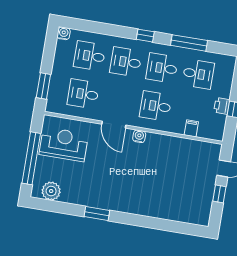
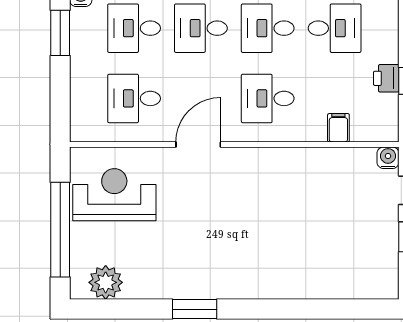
window: (43, 86) -> (60, 33), moved
door: (114, 125) -> (198, 144), swing flipped
water cooler: (139, 136) -> (388, 158), moved

